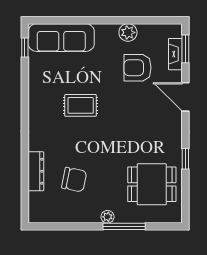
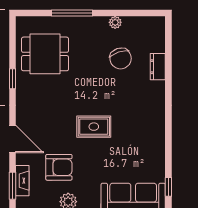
rug: (81, 105) -> (94, 127), moved
dresser: (36, 171) -> (158, 67), width x0.70
chair: (74, 180) -> (121, 58), turned -119
plant: (107, 217) -> (115, 22), moved

